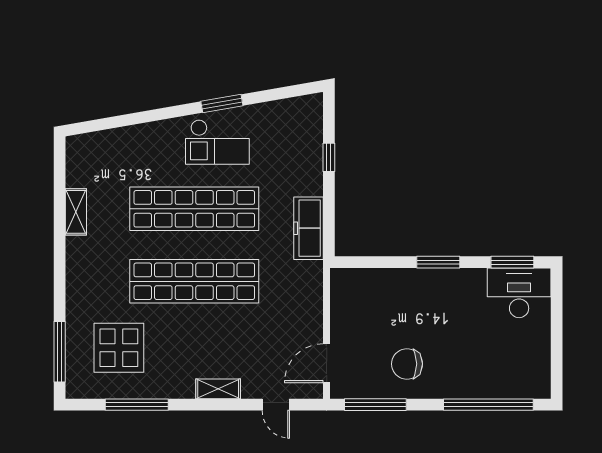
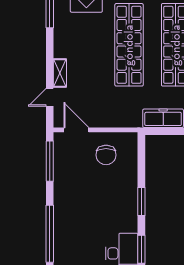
chair: (407, 364) -> (106, 155), moved, turned 180
shelving: (218, 389) -> (60, 73), moved

